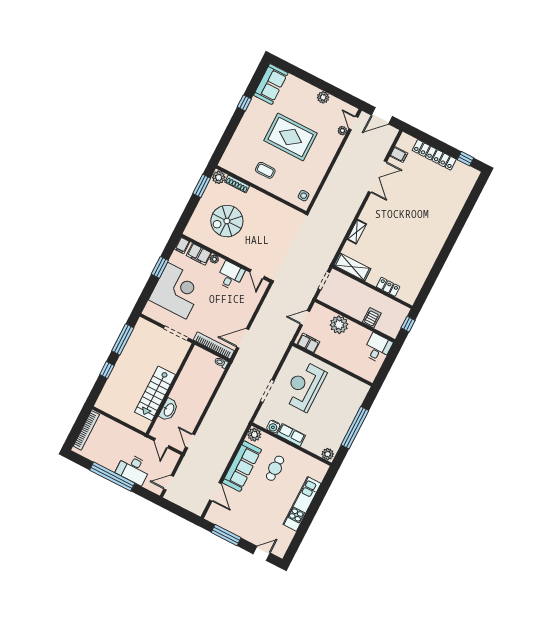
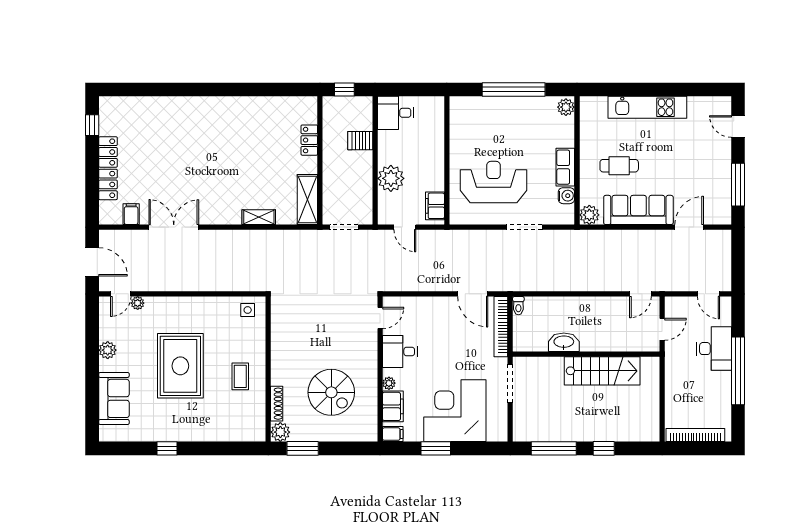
sofa: (271, 84) -> (114, 398), moved, turned 90
reception desk: (305, 386) -> (493, 182), turned 180
washbasin: (169, 410) -> (564, 342), moved

